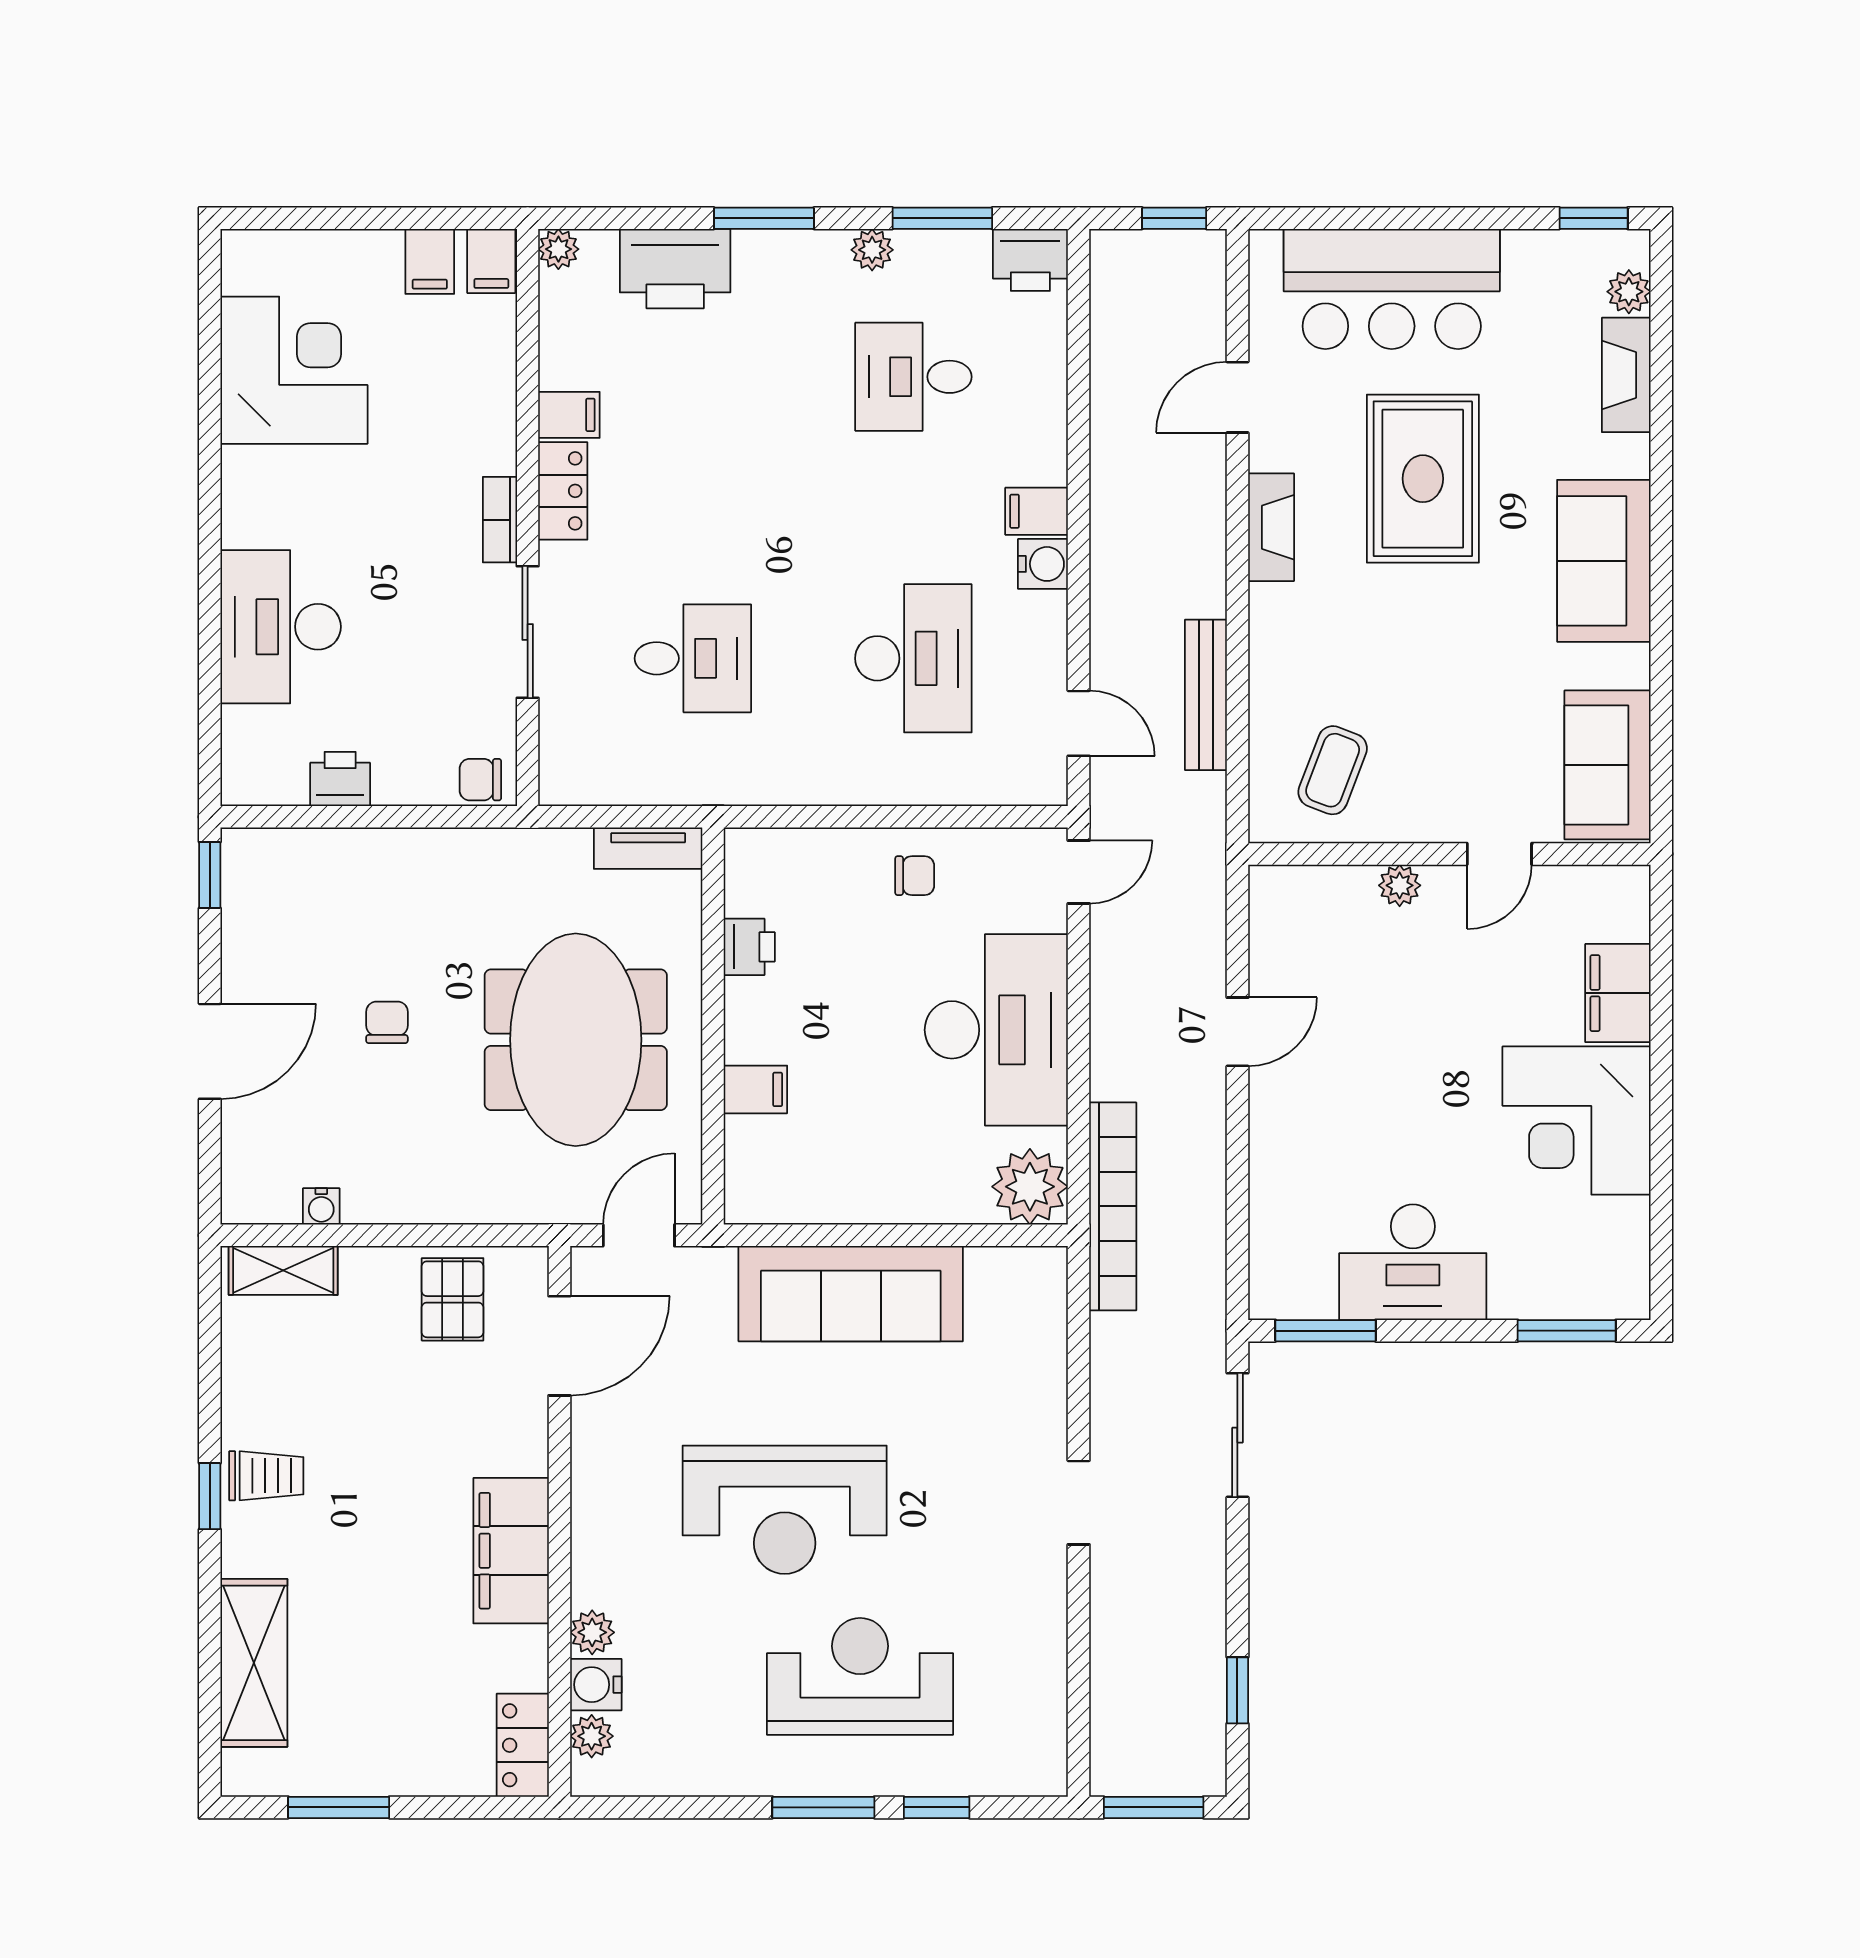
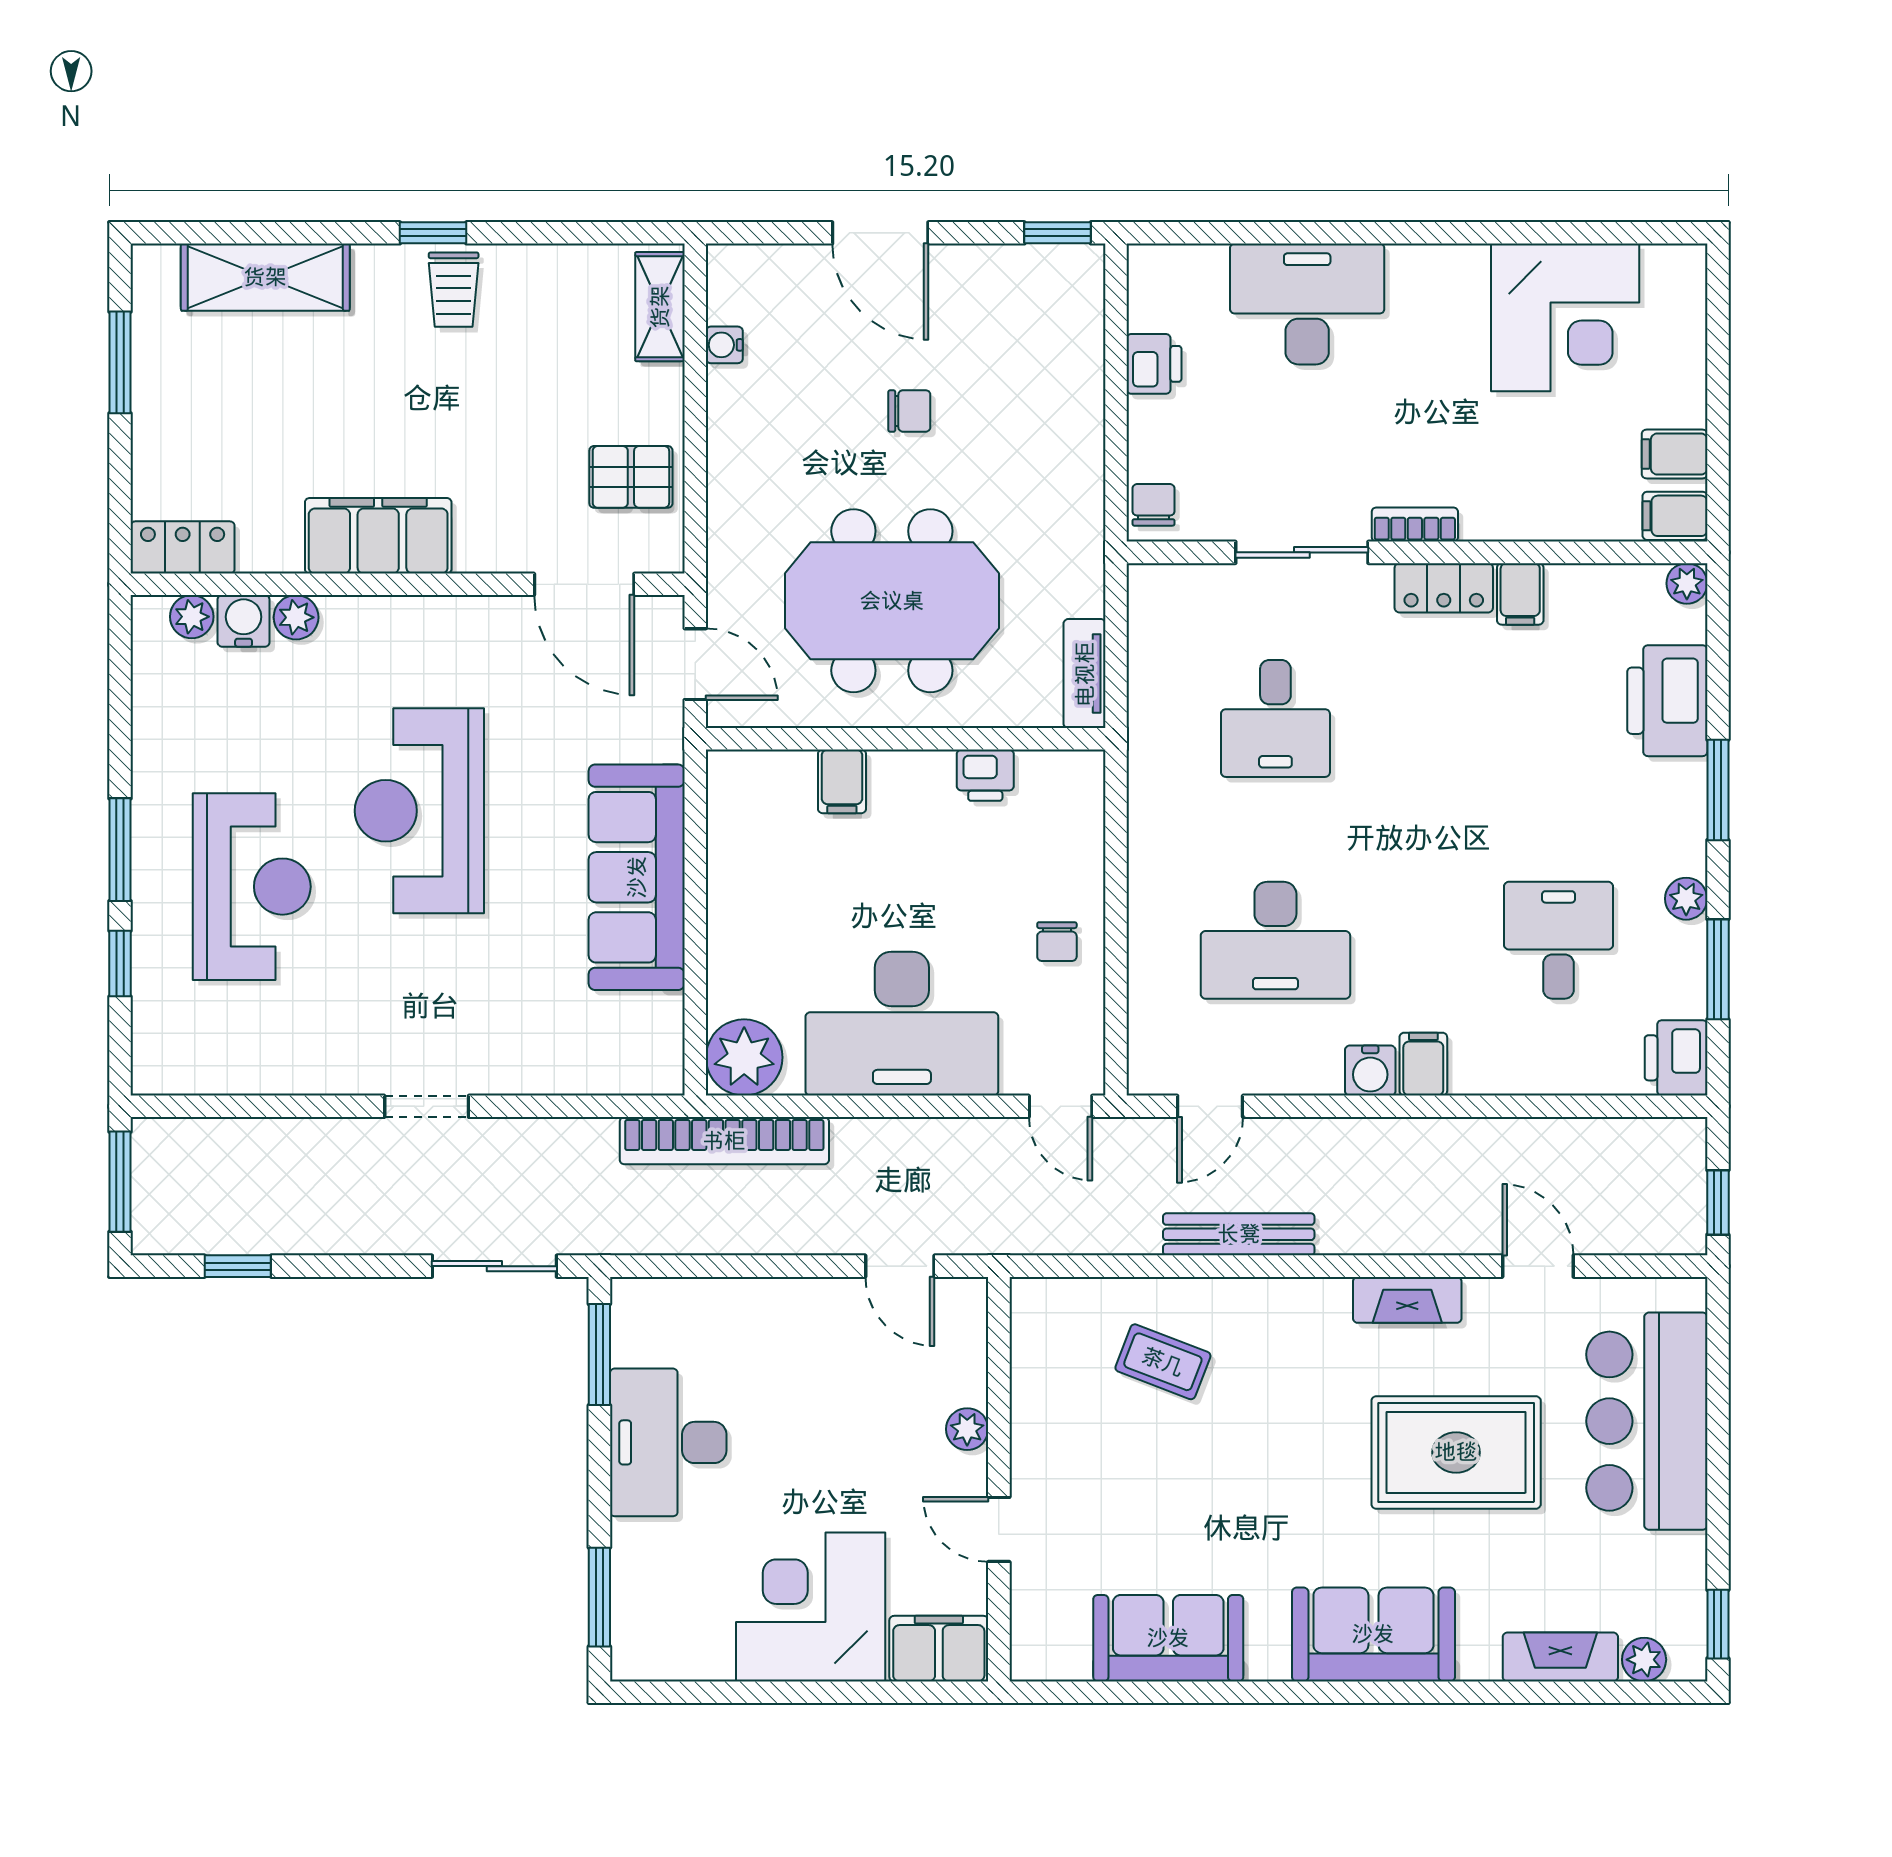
wall: (1449, 854) -> (999, 1479), moved
door: (1499, 854) -> (999, 1529), moved
plant: (1400, 885) -> (967, 1429), moved

